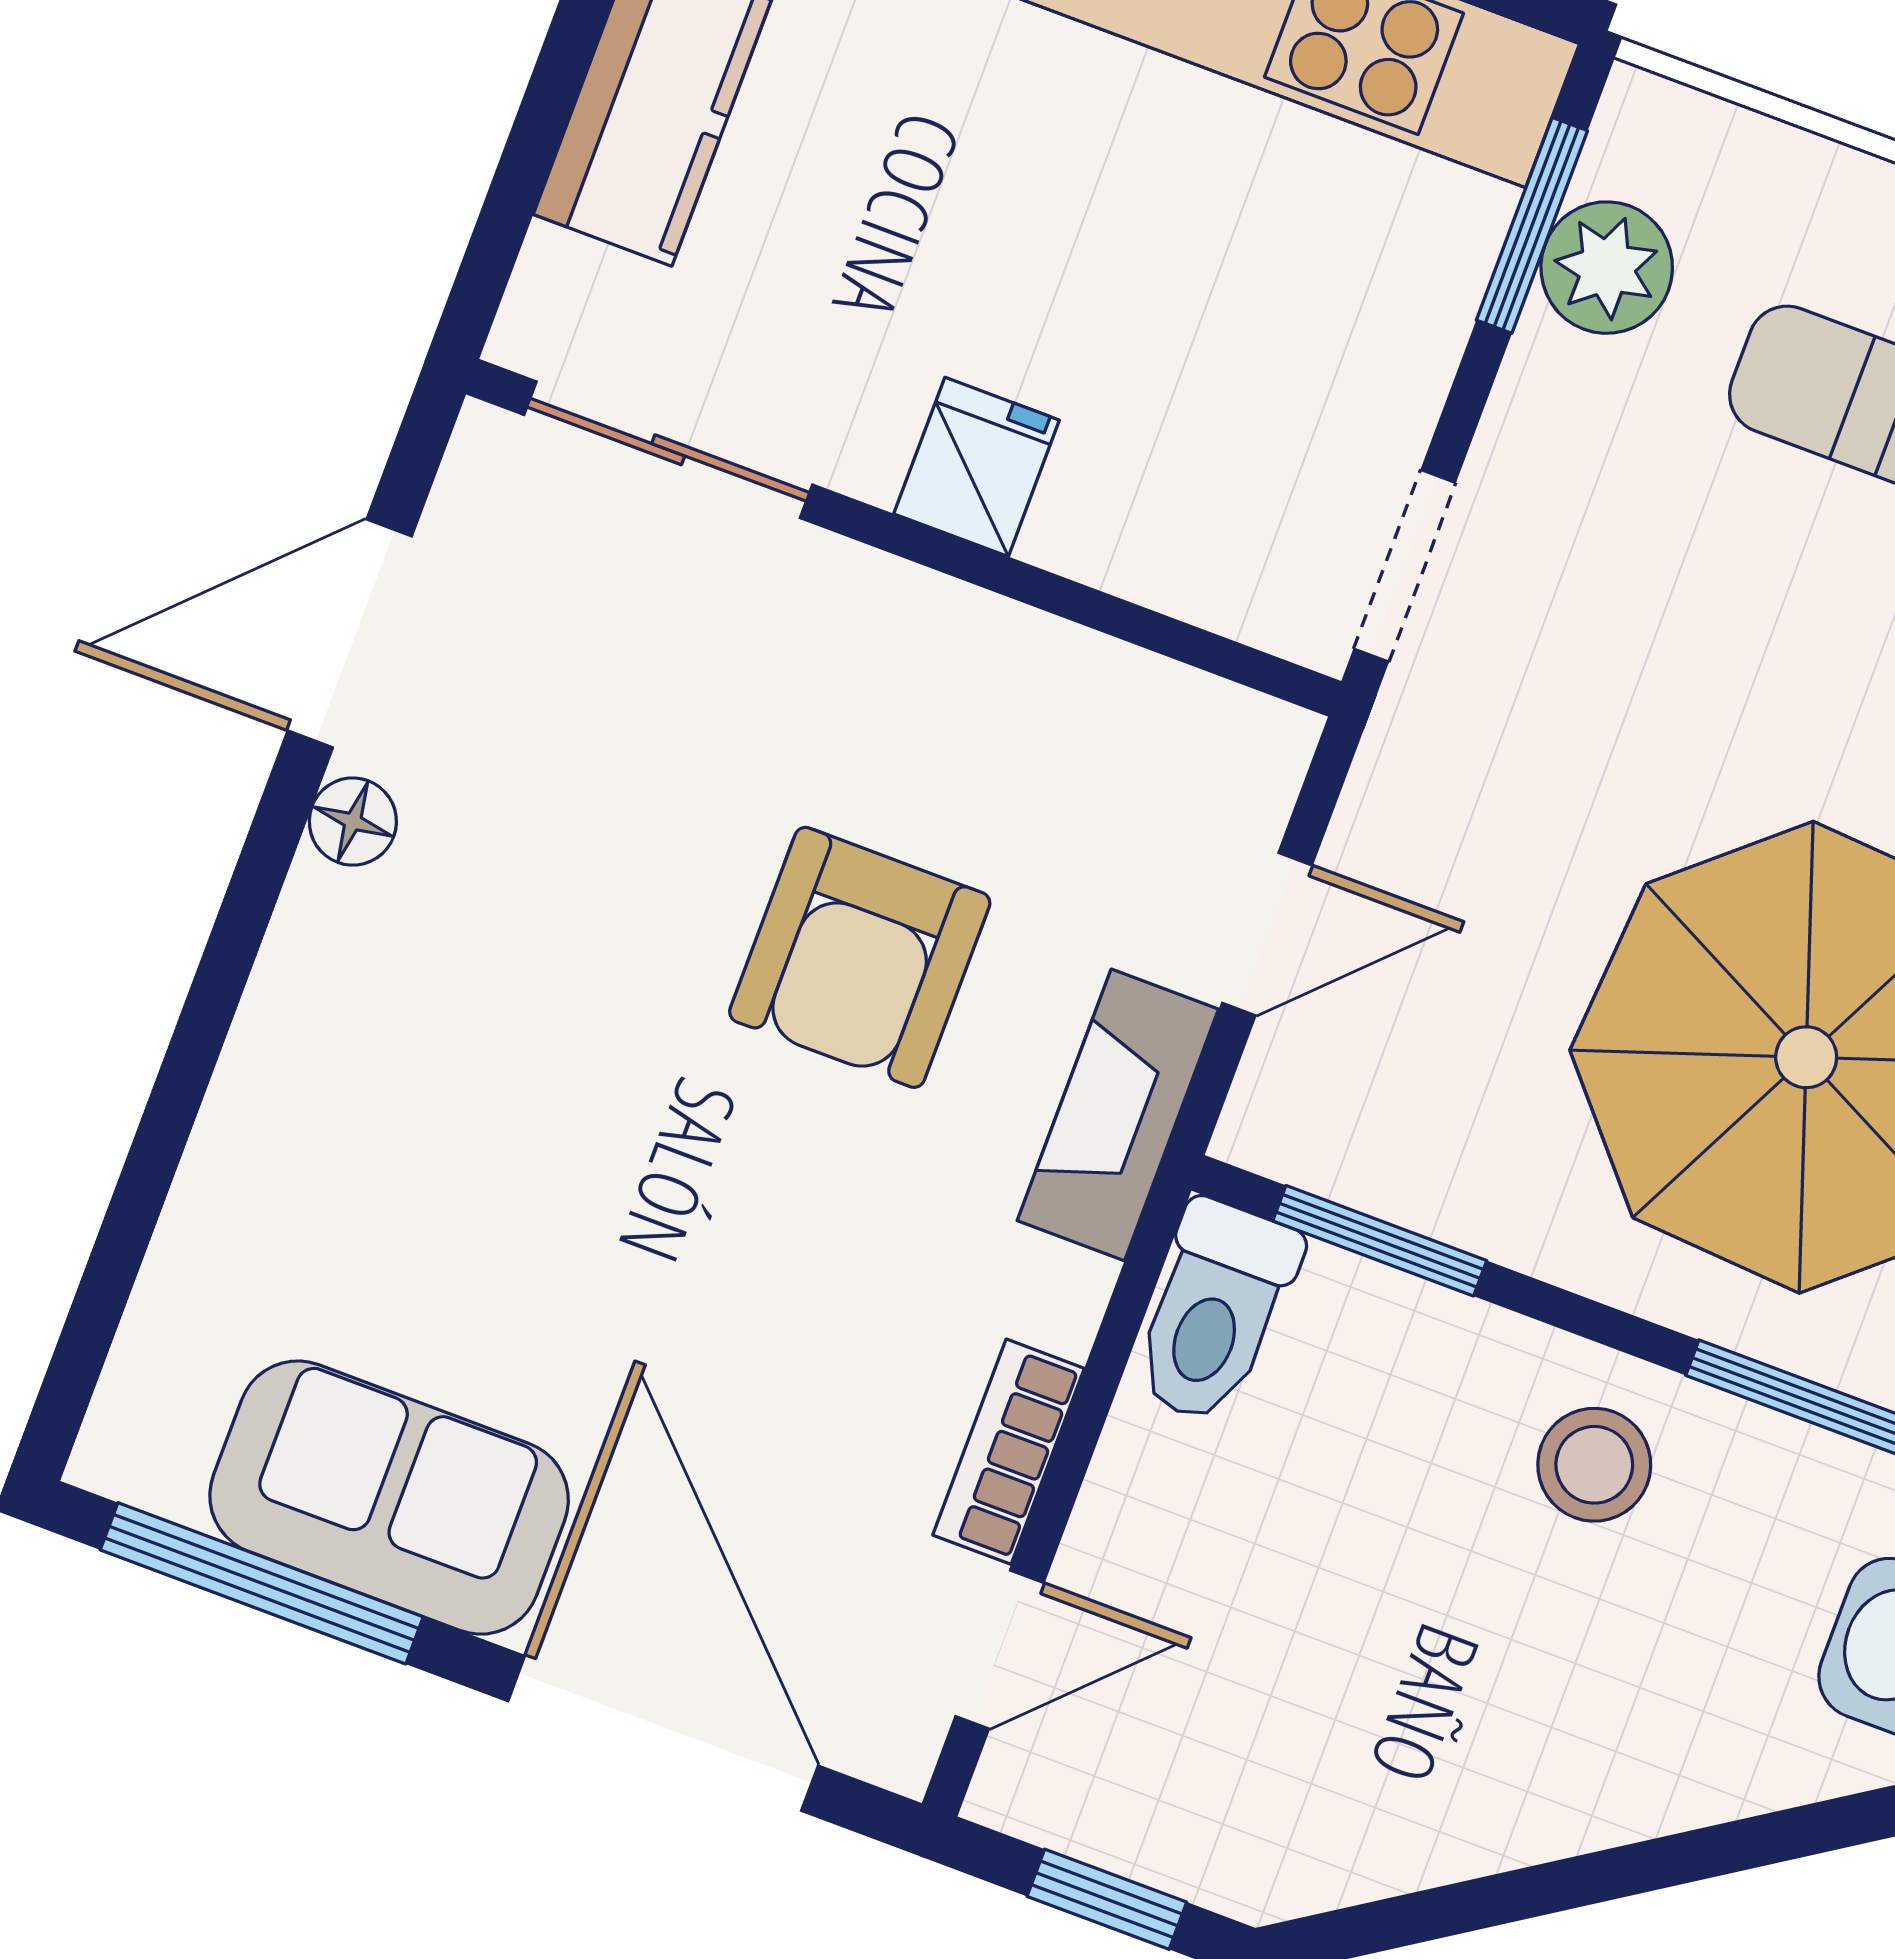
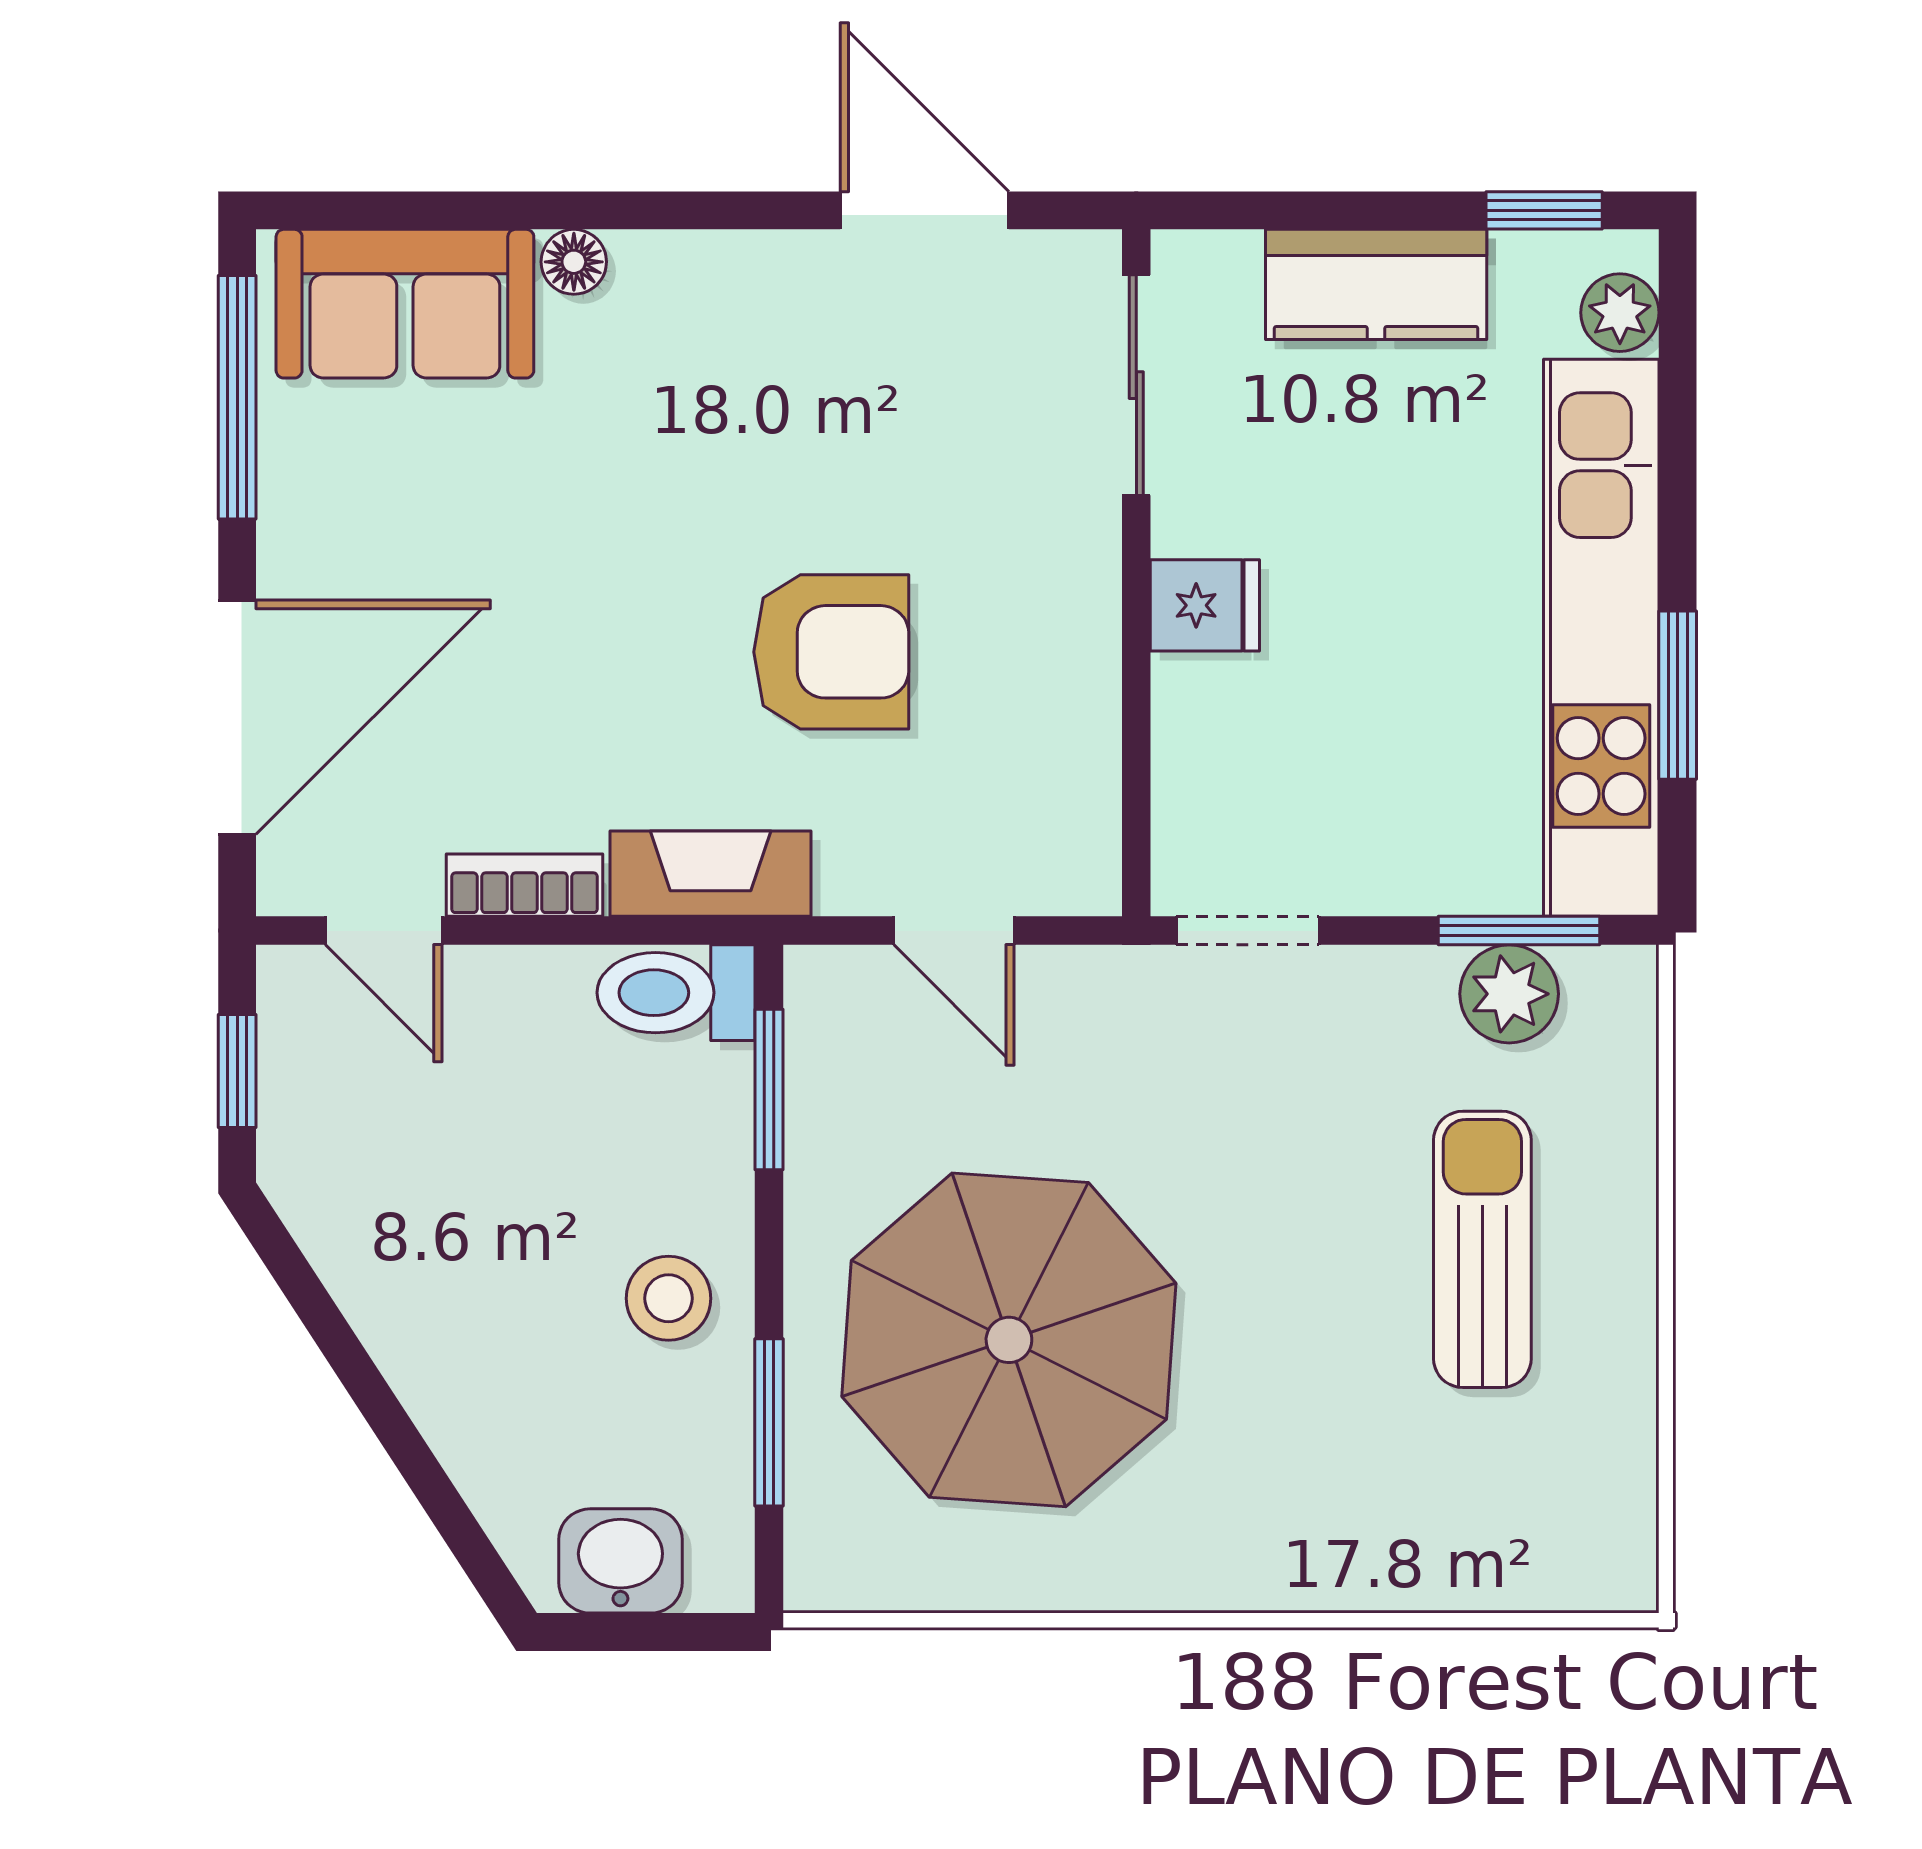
floor lamp: (353, 822) -> (574, 262), moved
armchair: (860, 957) -> (831, 652), turned 180
fireplace: (1118, 1115) -> (711, 874), moved
sofa: (389, 1498) -> (405, 304), moved, turned 90

